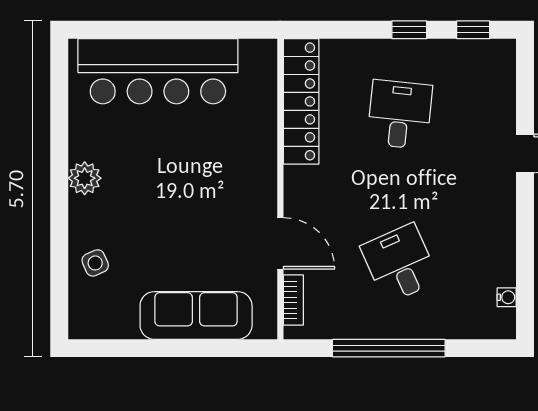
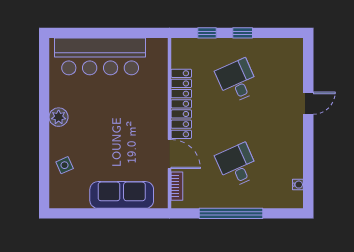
window: (473, 30) -> (207, 33), moved
locker: (301, 101) -> (181, 104), moved
desk: (400, 115) -> (237, 81), turned -30

